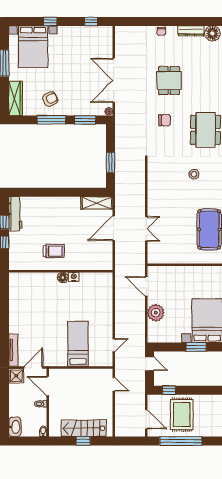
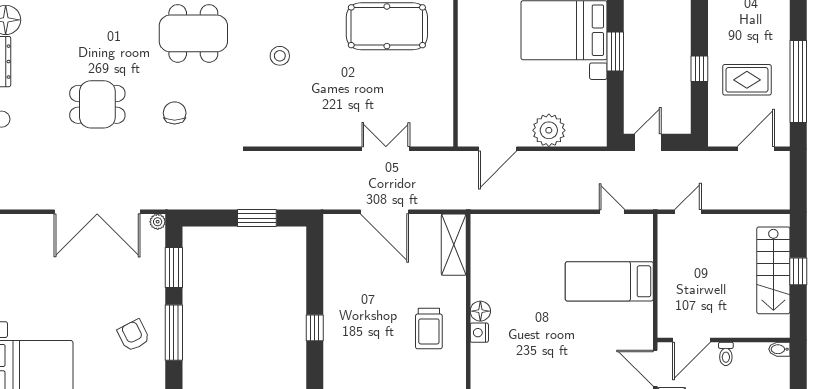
window: (54, 192) -> (315, 328), added
shelving: (97, 203) -> (454, 245), moved
trolley: (54, 251) -> (429, 329), turned 180
nightstand: (74, 277) -> (479, 333), moved
window: (169, 390) -> (699, 69), moved
rug: (182, 415) -> (747, 80), width x0.73, depth x0.70

